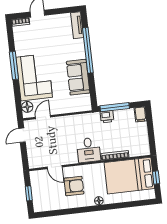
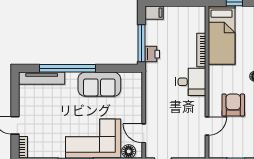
tv unit: (77, 25) -> (42, 78), width x1.41
bed: (129, 176) -> (222, 35), width x0.67

